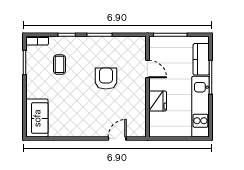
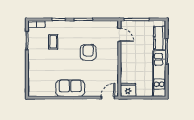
door: (147, 69) -> (119, 35), moved
fridge: (158, 101) -> (128, 90), moved, turned -90
sofa: (37, 118) -> (70, 88), moved, turned -90
door: (117, 139) -> (108, 98), moved

